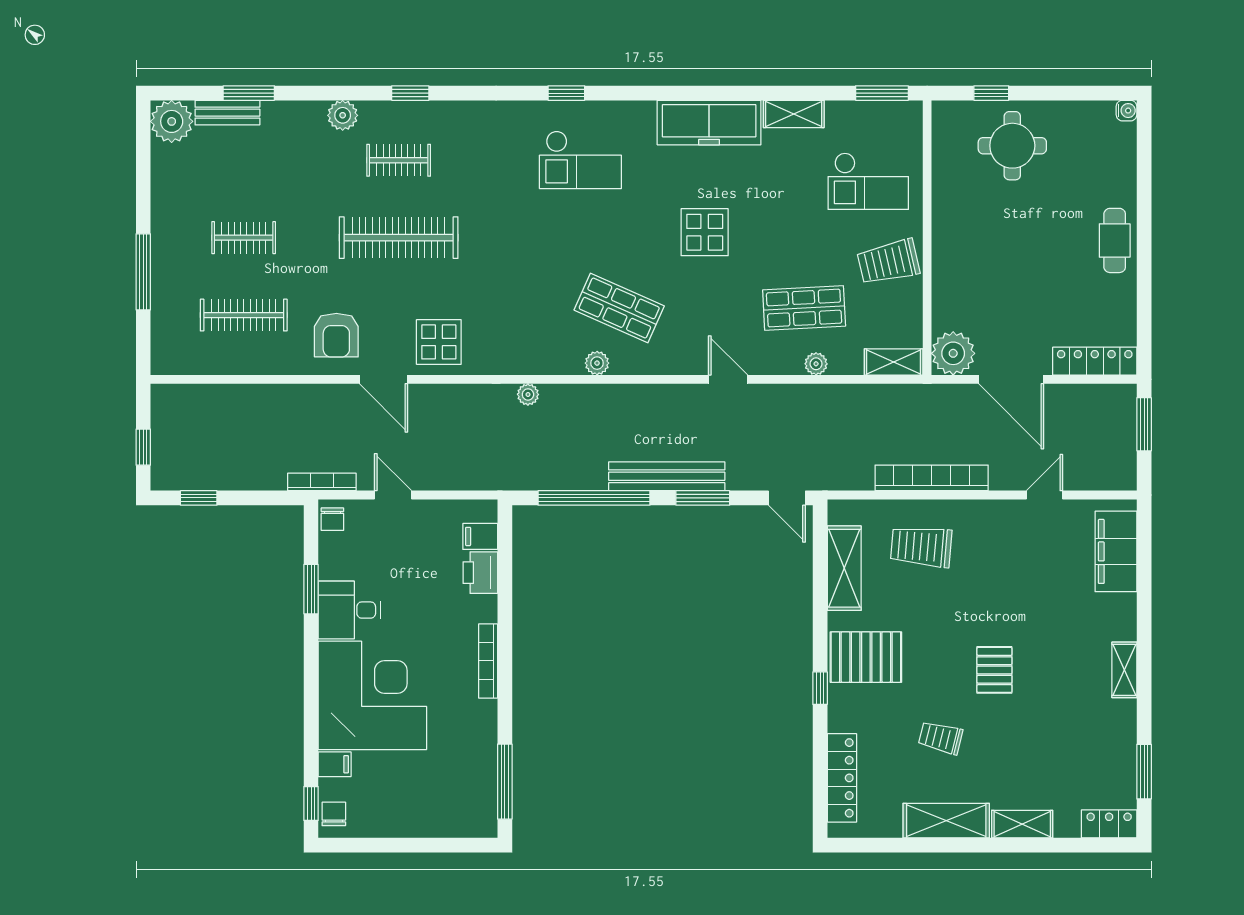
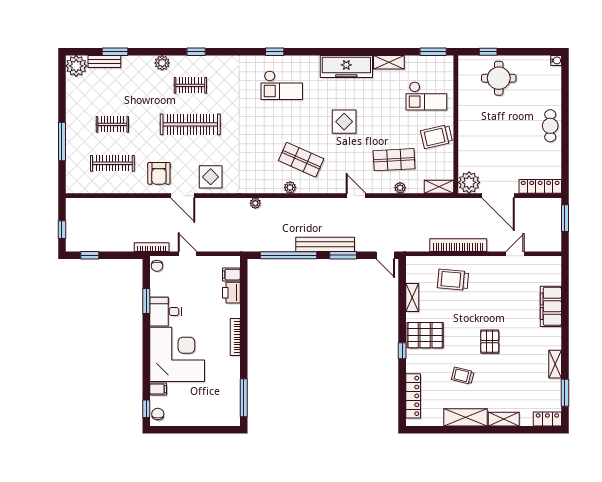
filing cabinet: (1116, 551) -> (551, 306), moved
shelving: (844, 568) -> (412, 298), width x0.67, depth x0.75
shelving: (1124, 670) -> (555, 364), moved

